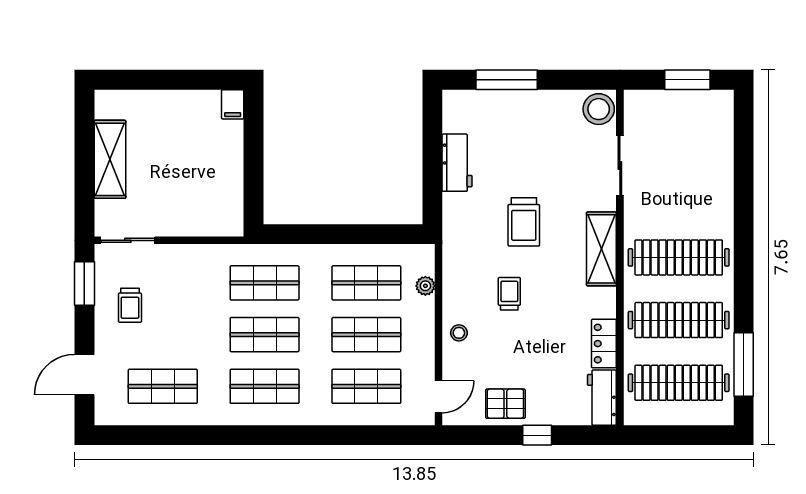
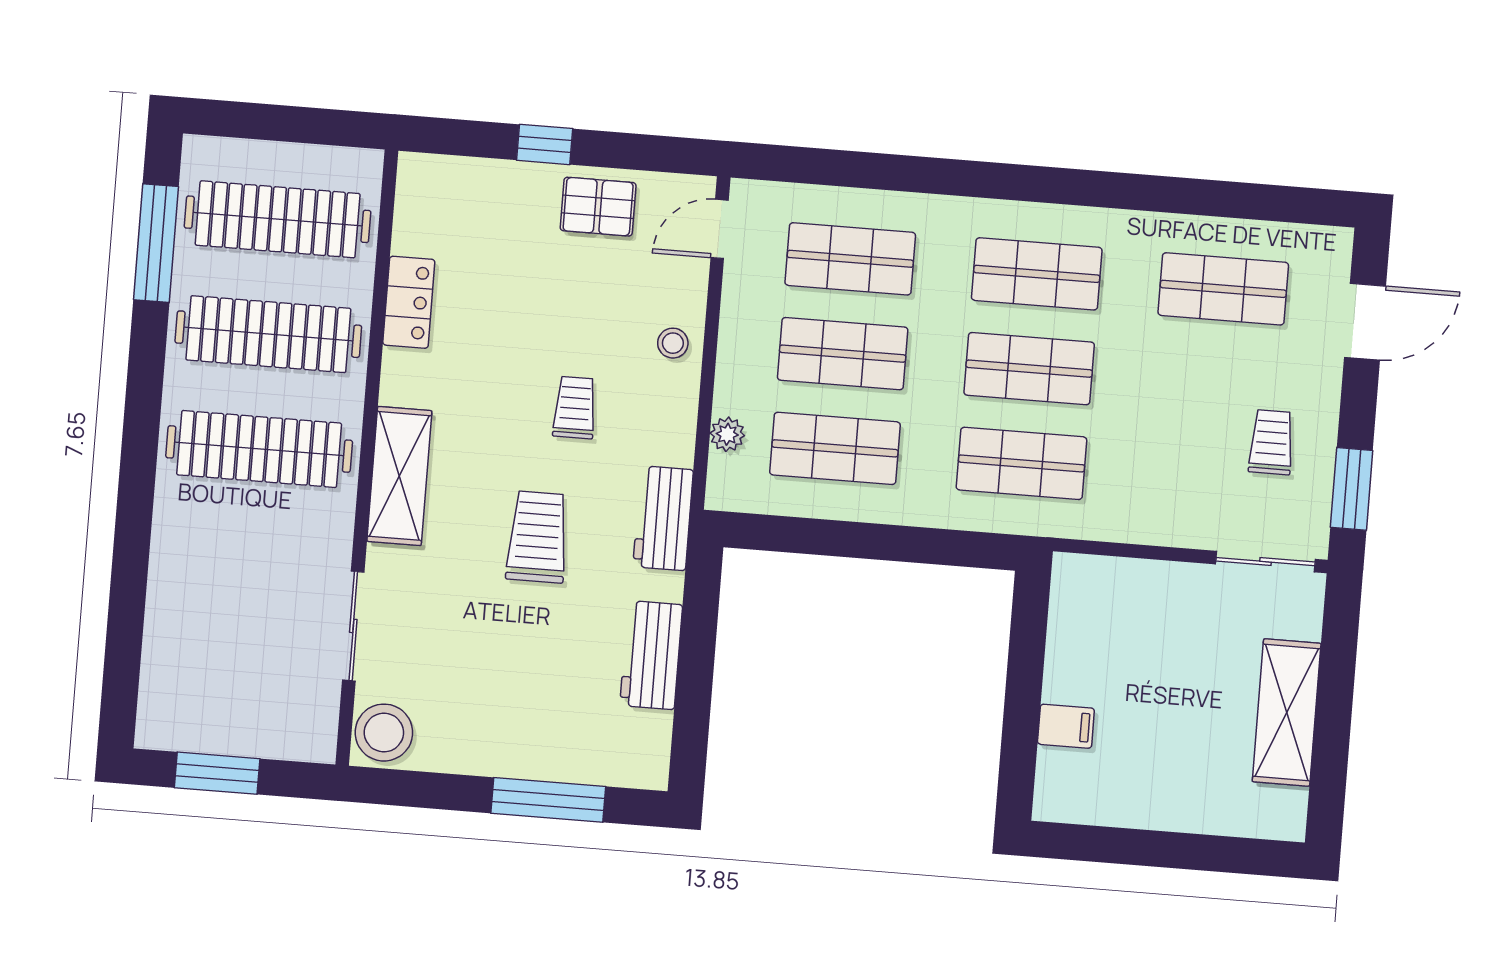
filing cabinet: (233, 104) -> (1066, 726), moved, turned 90
trolley: (509, 294) -> (575, 408), turned 180
workbench: (602, 398) -> (663, 518), moved, turned 180

